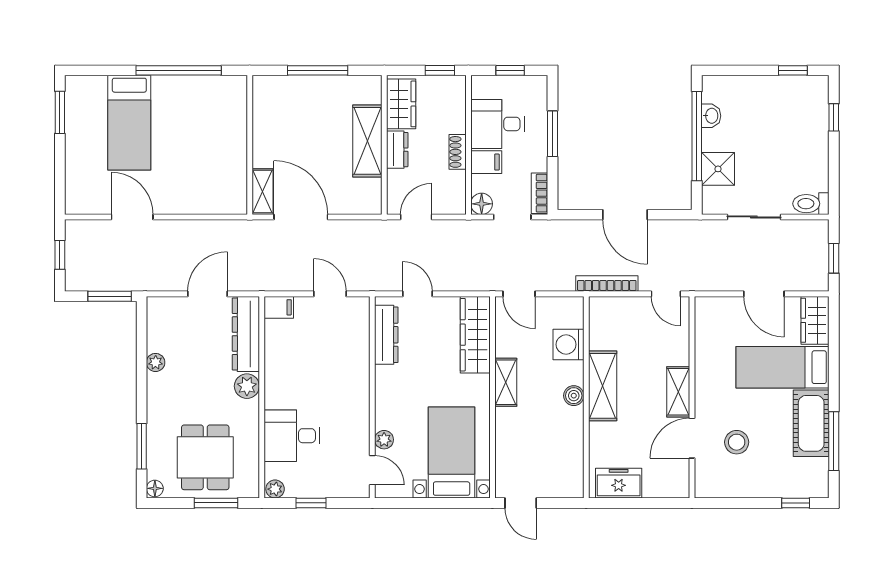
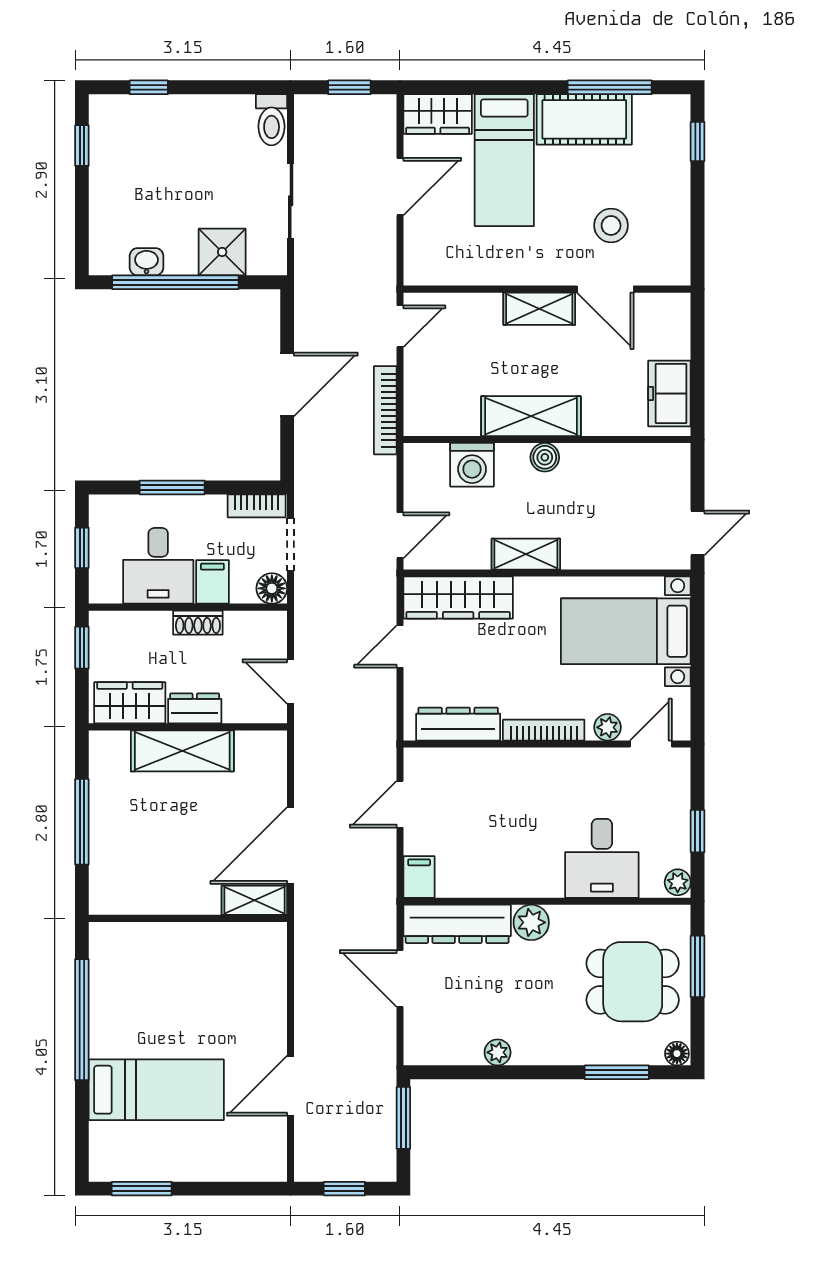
door: (417, 294) -> (400, 646), moved
bookcase: (382, 395) -> (544, 730), added

